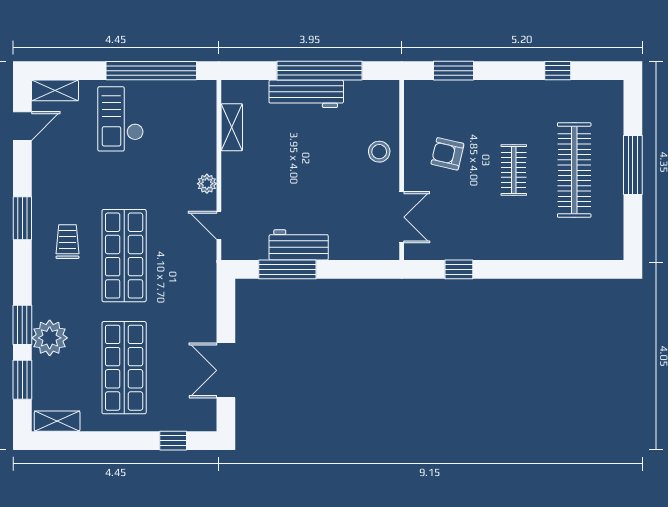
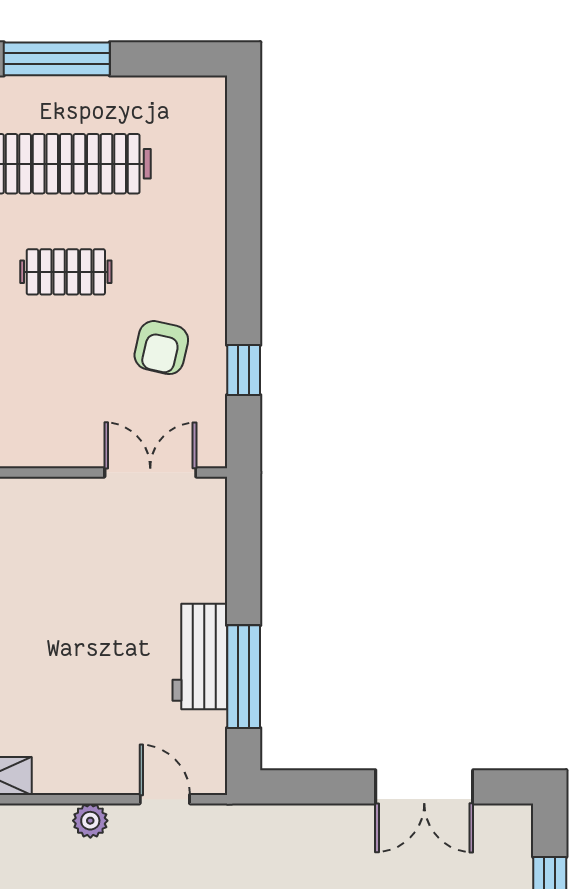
stool: (379, 152) -> (33, 513), removed
armchair: (447, 154) -> (161, 348), moved
door: (219, 225) -> (165, 799), swing flipped

